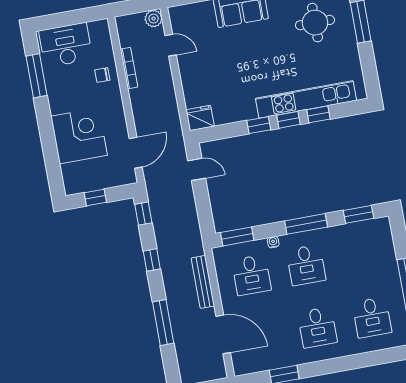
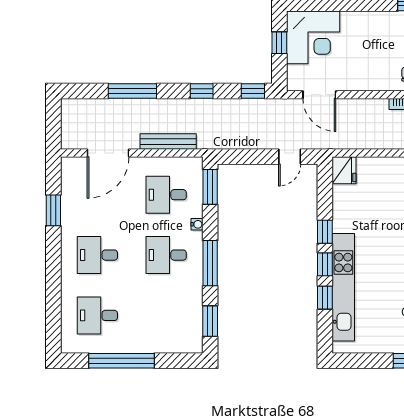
corner desk: (79, 136) -> (313, 37), moved

